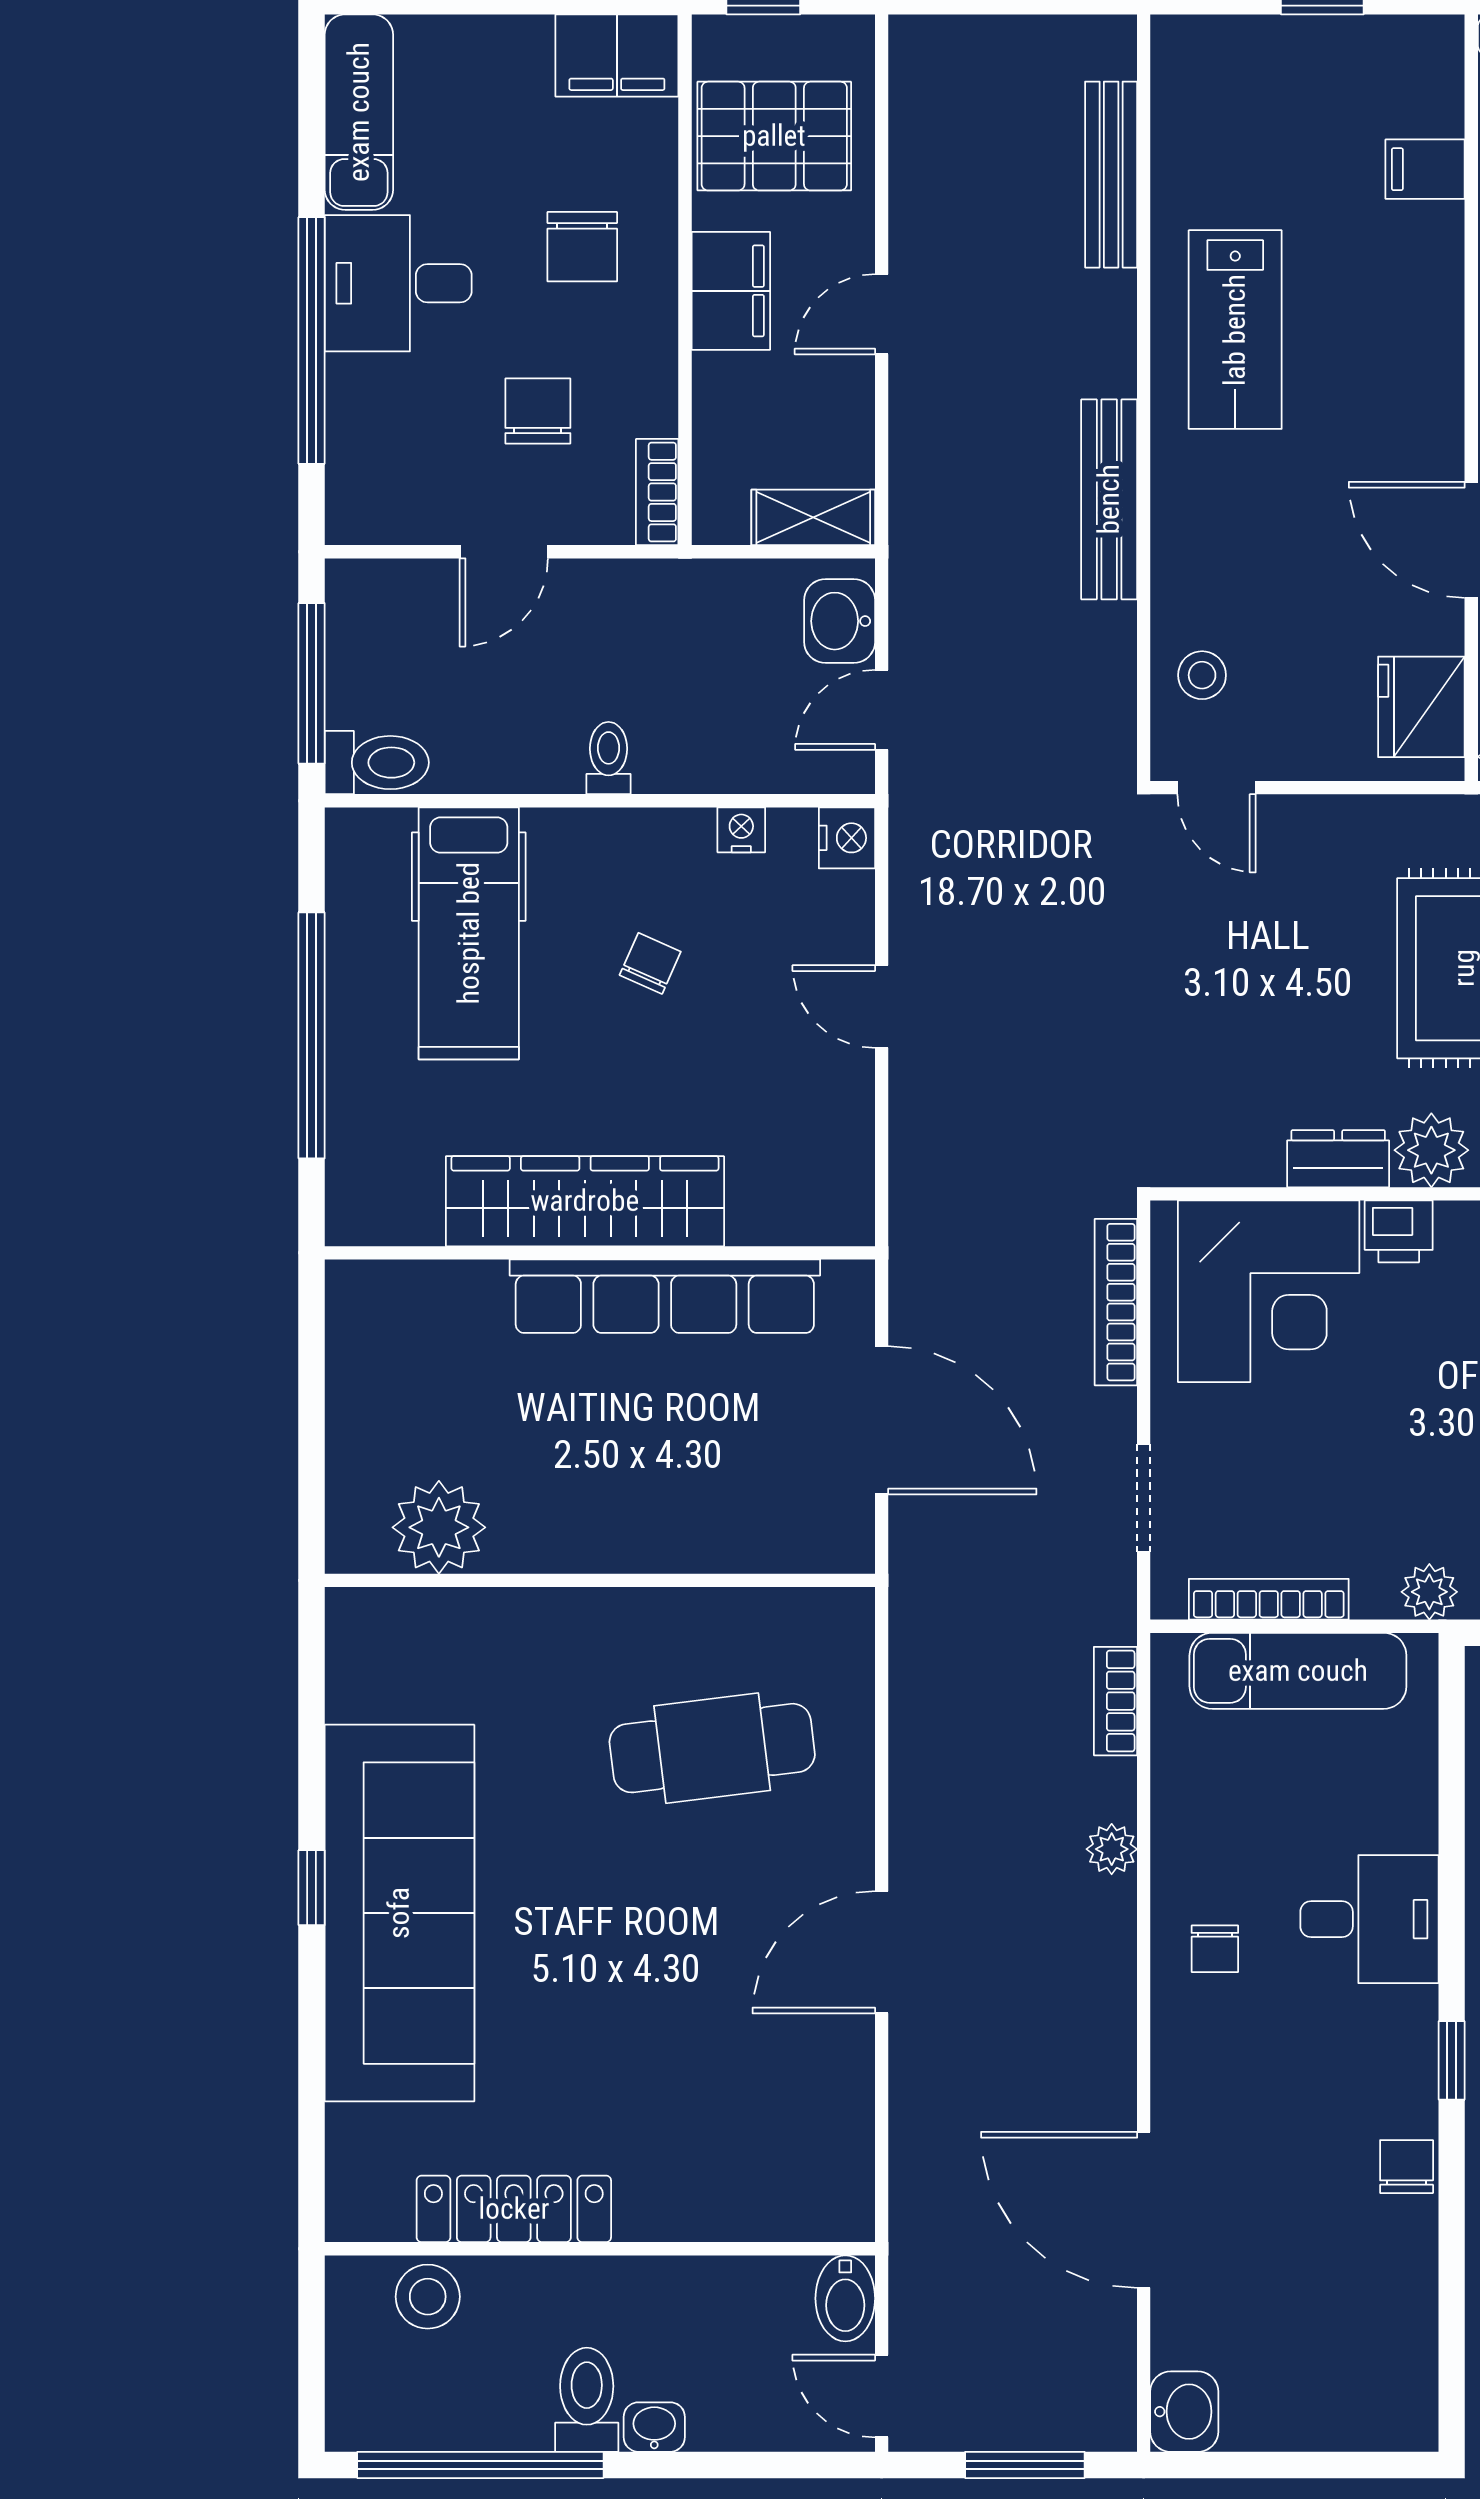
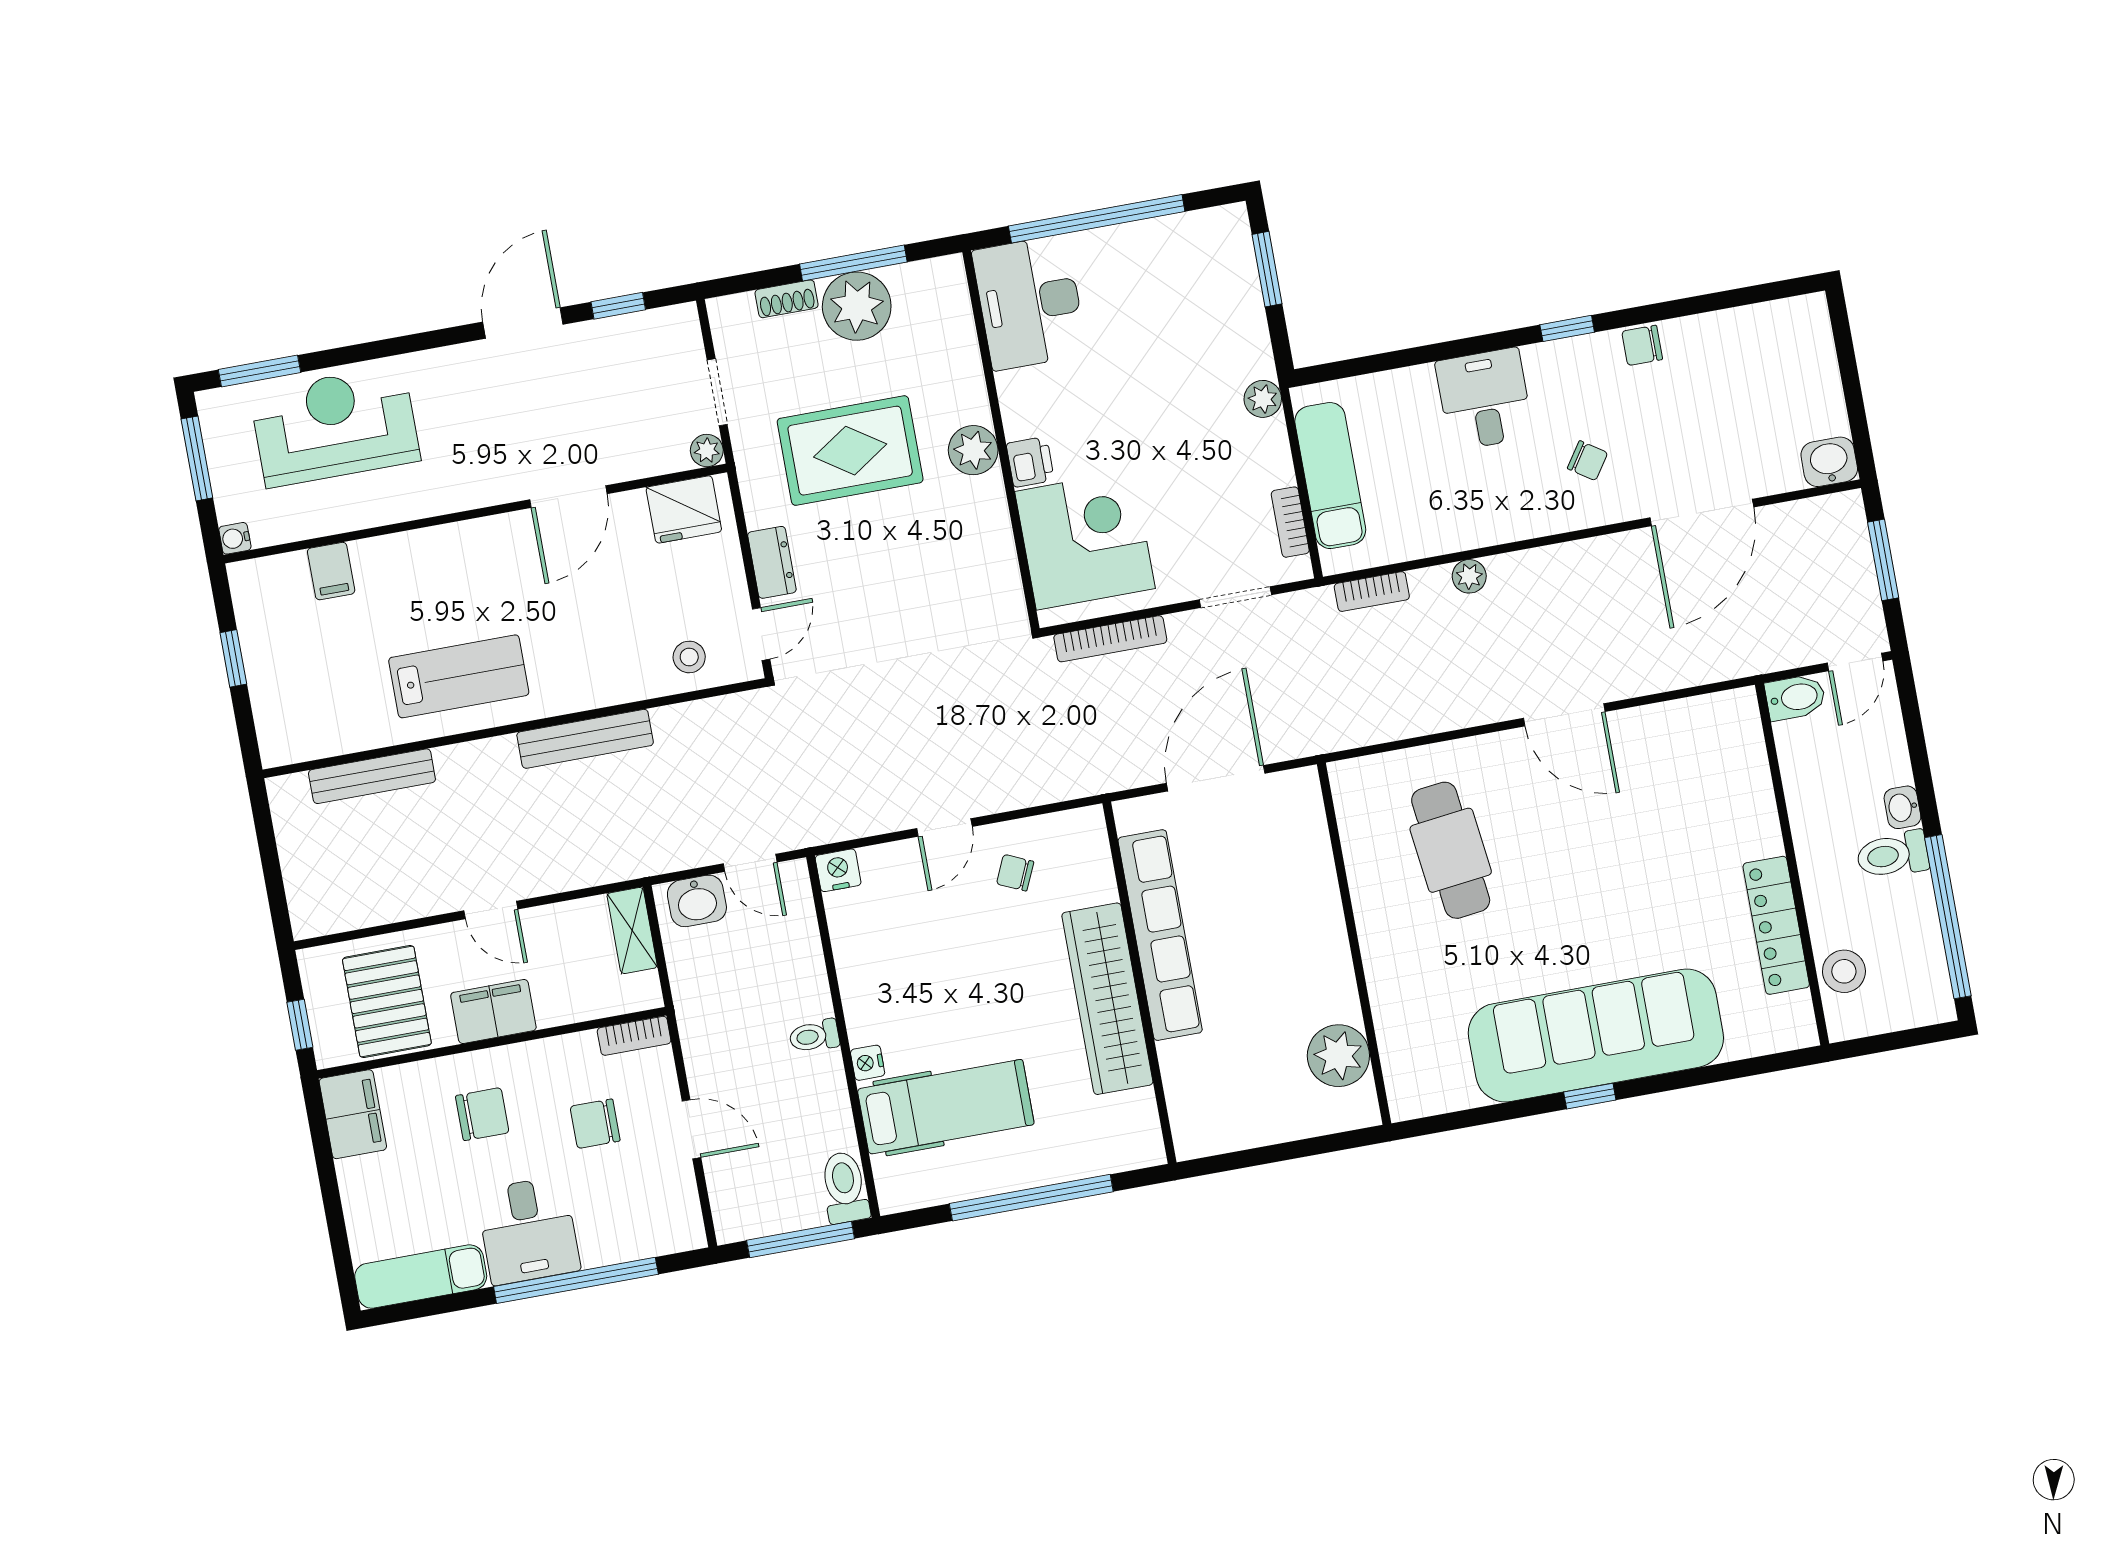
nightstand: (741, 830) -> (868, 1063), moved
chair: (650, 963) -> (1015, 873), moved
dresser: (1338, 1159) -> (772, 562), moved, turned 180
bookcase: (1269, 1599) -> (1290, 522), width x0.64
chair: (1215, 1949) -> (1587, 461), moved, turned 34

